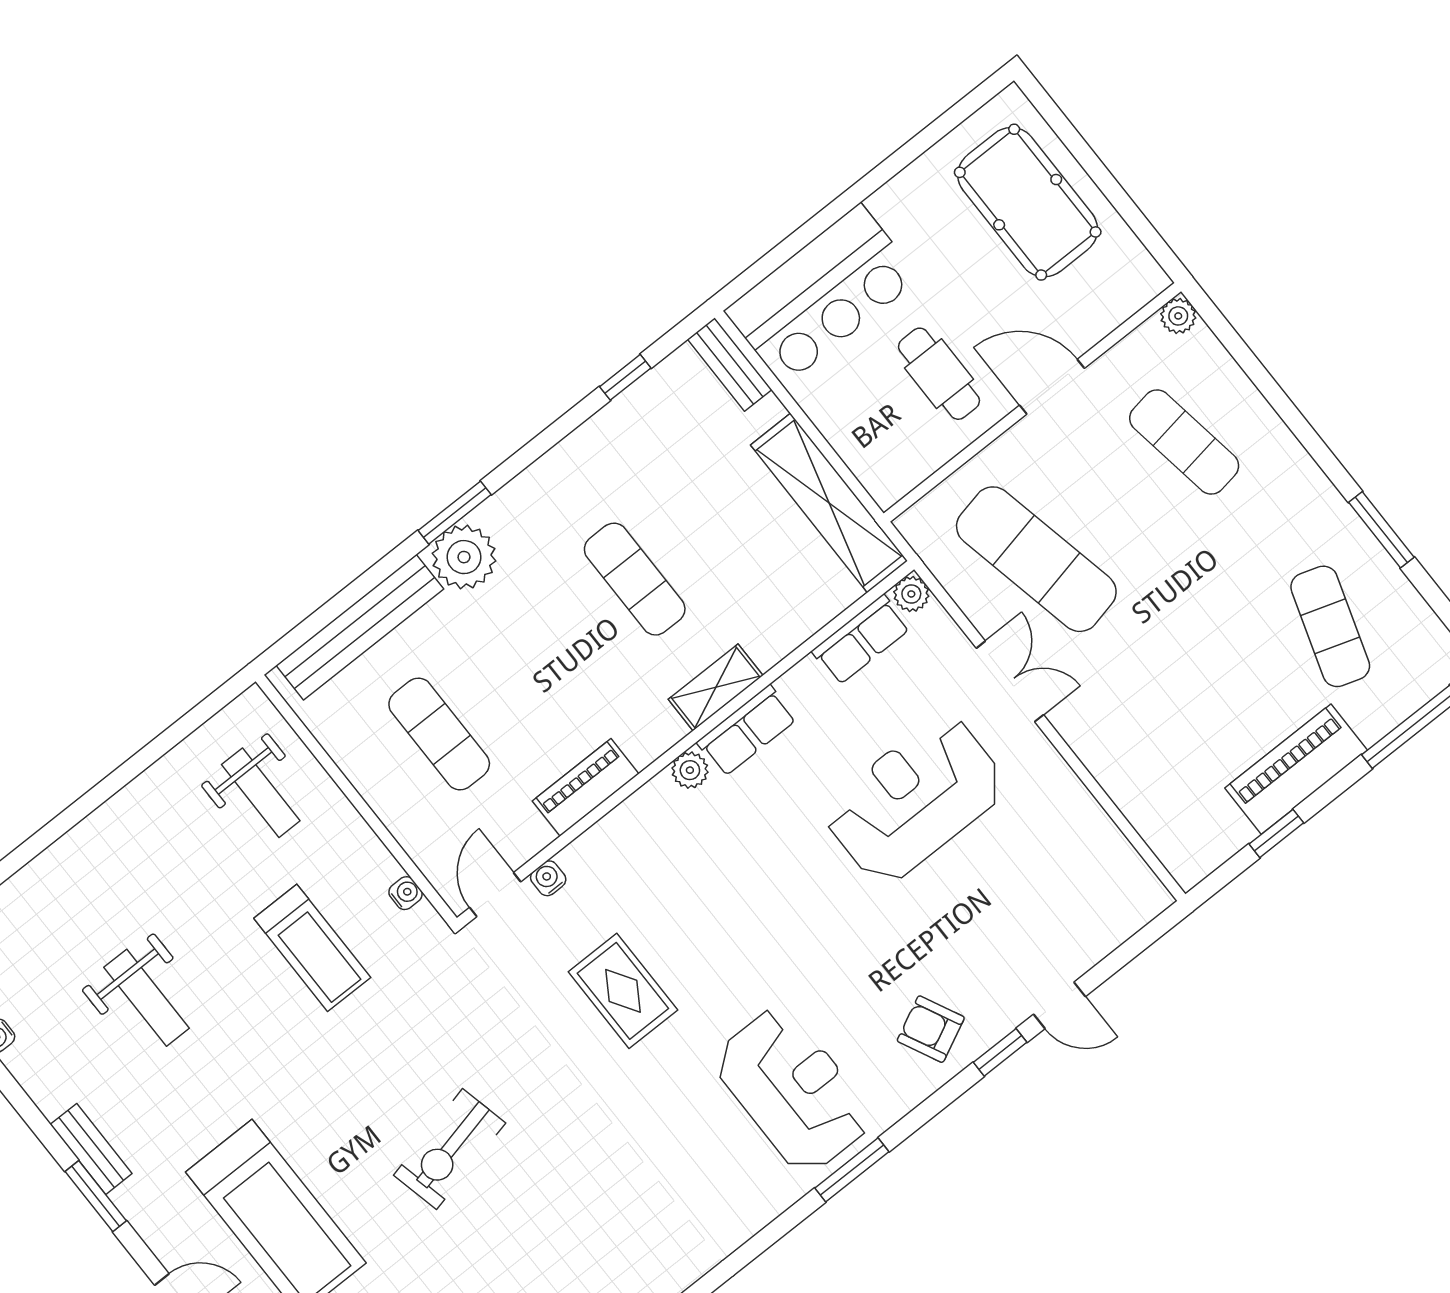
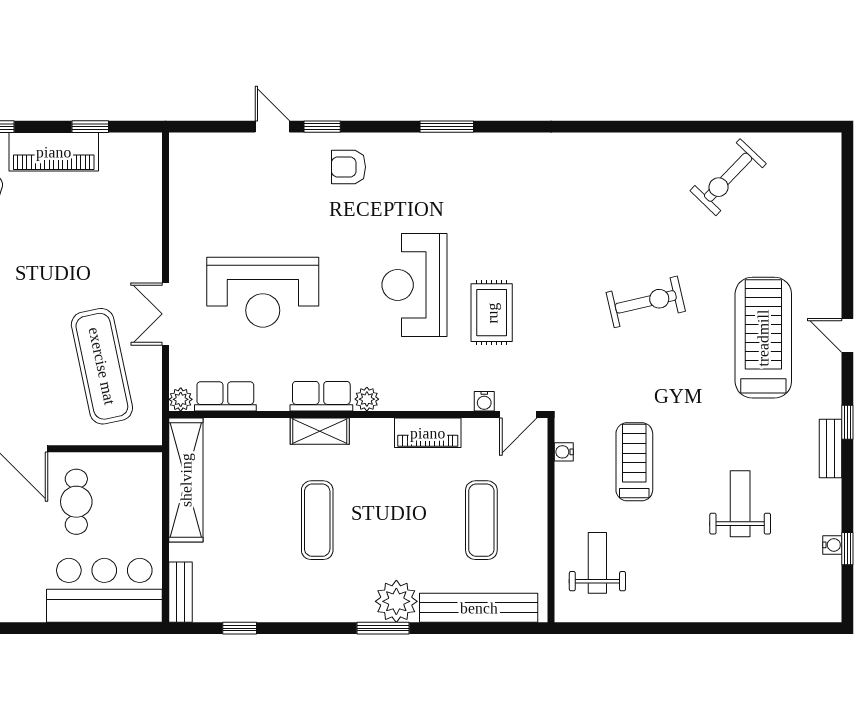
armchair: (931, 1029) -> (348, 167), turned 116
reception desk: (793, 1090) -> (414, 285), moved
window: (96, 1196) -> (847, 422), width x0.67

